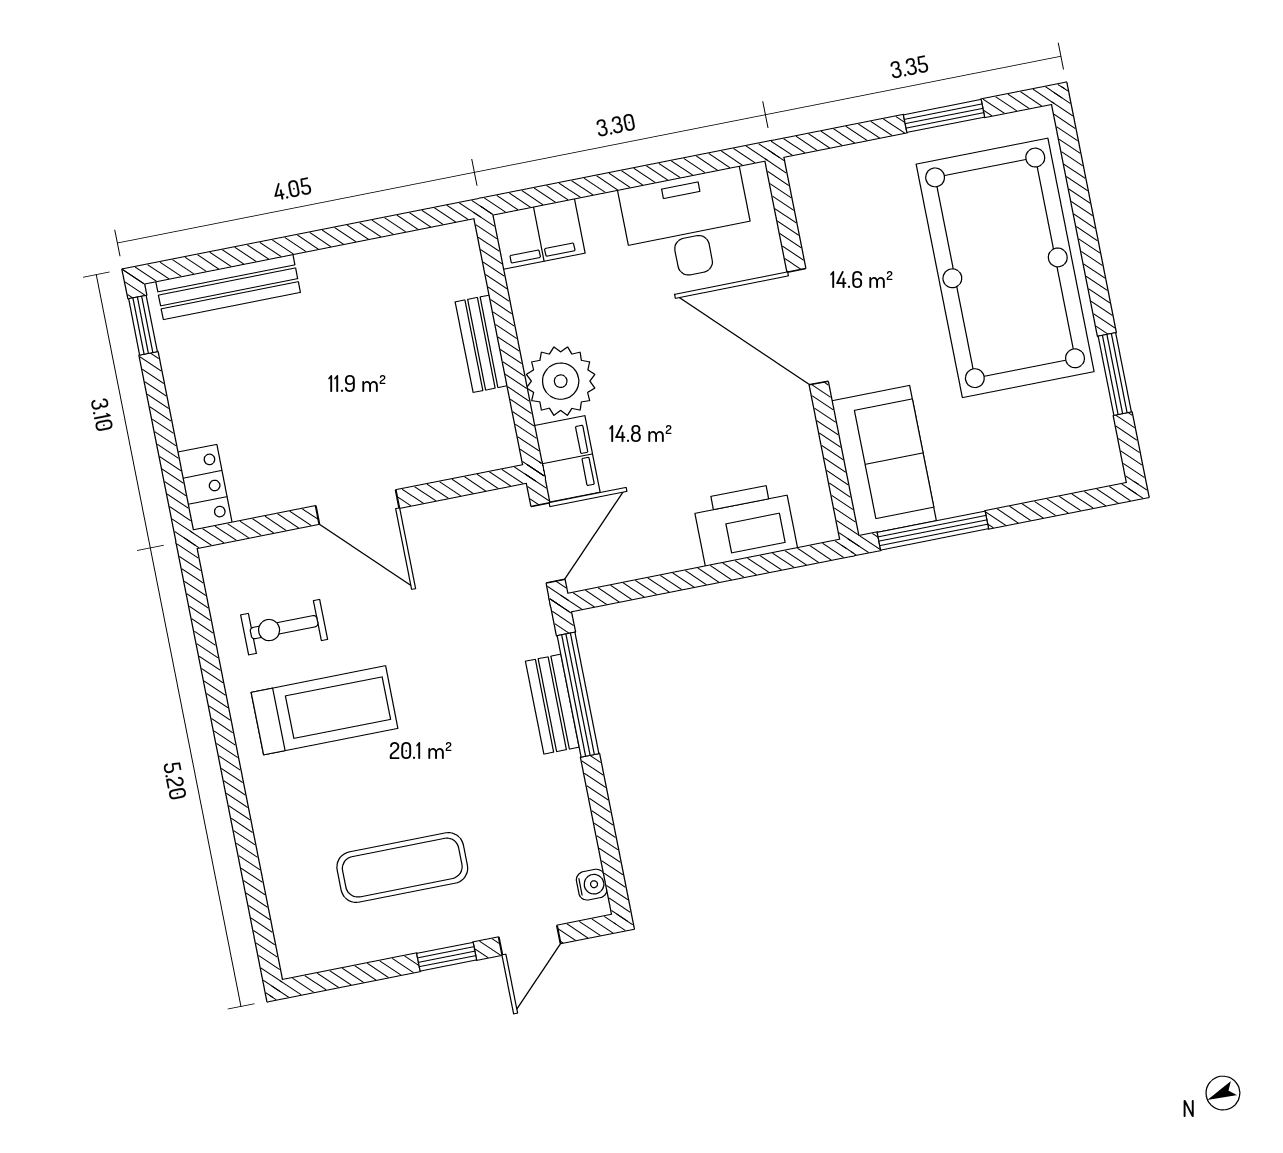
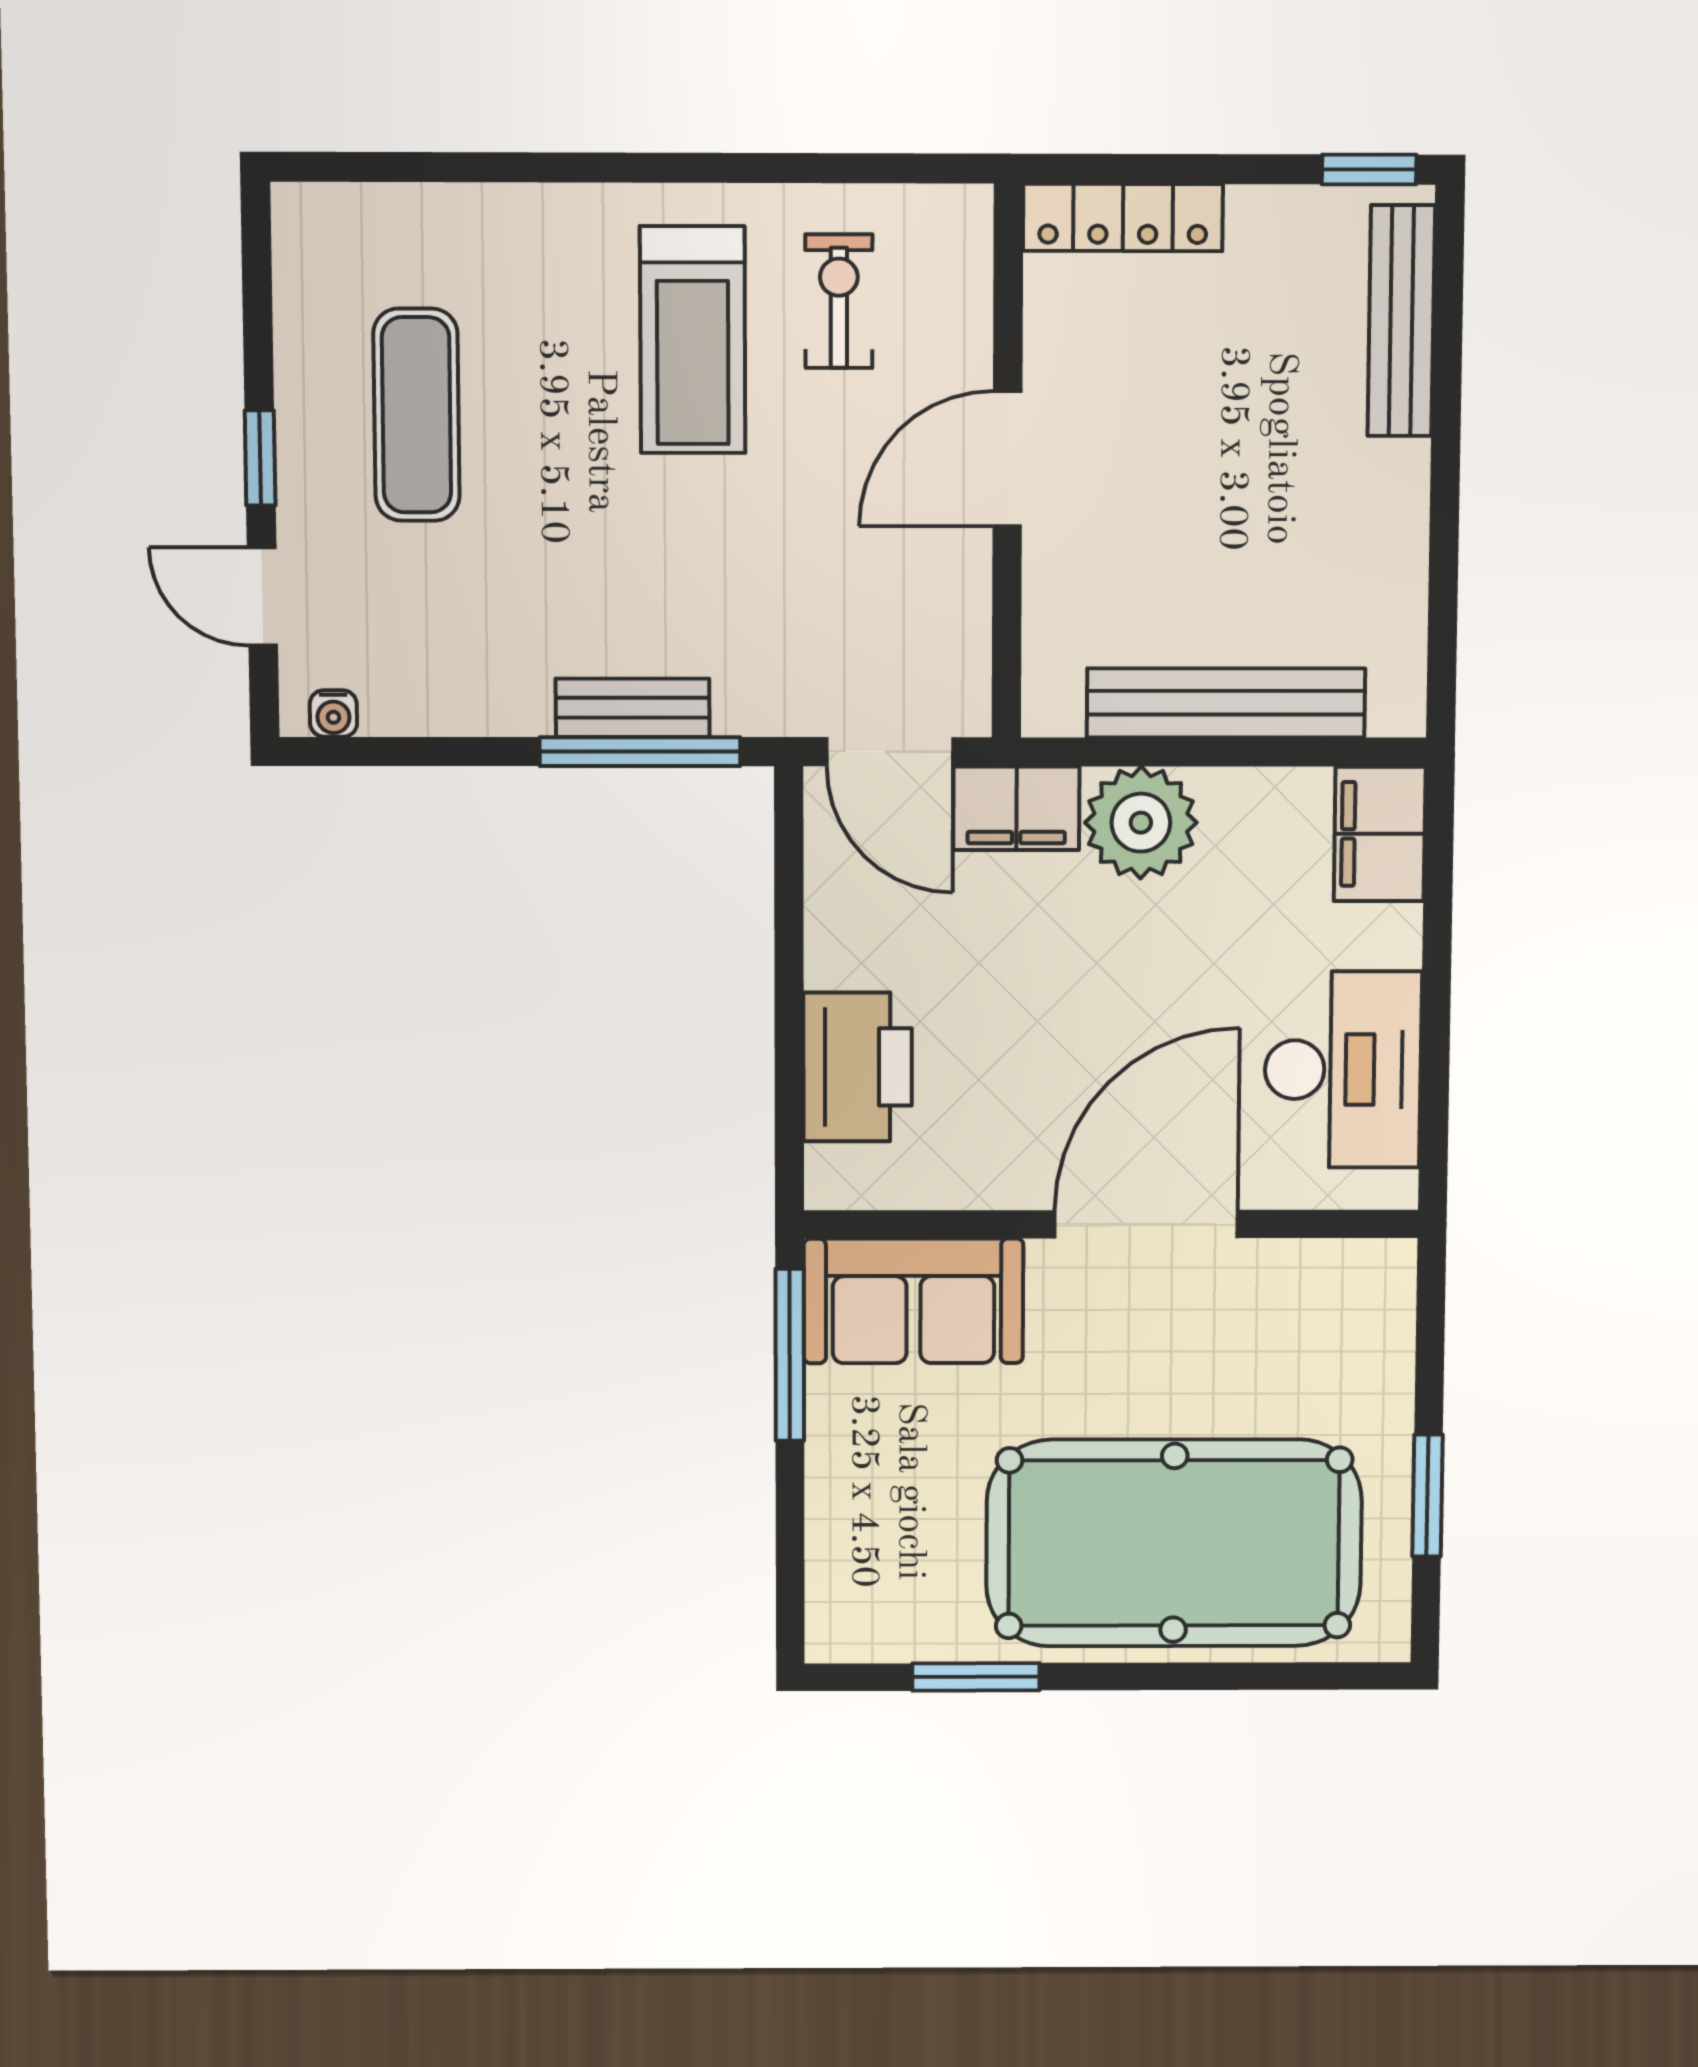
bench: (481, 344) -> (1226, 703), width x1.86, depth x1.21
locker: (205, 487) -> (1123, 218), width x1.53

